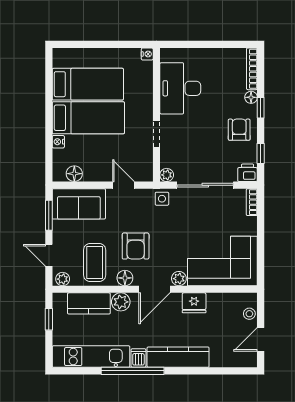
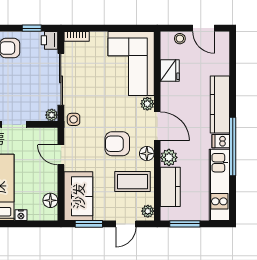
door: (124, 185) -> (61, 155), hinge flipped
armchair: (136, 246) -> (117, 144), turned 180
fridge: (194, 303) -> (170, 71), moved
window: (49, 319) -> (185, 224), width x1.50

